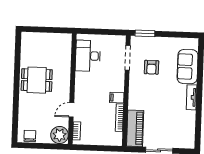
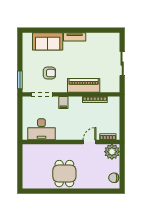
filing cabinet: (117, 98) -> (63, 103), moved
door: (71, 110) -> (90, 142), swing flipped
piano: (135, 128) -> (84, 85), moved

